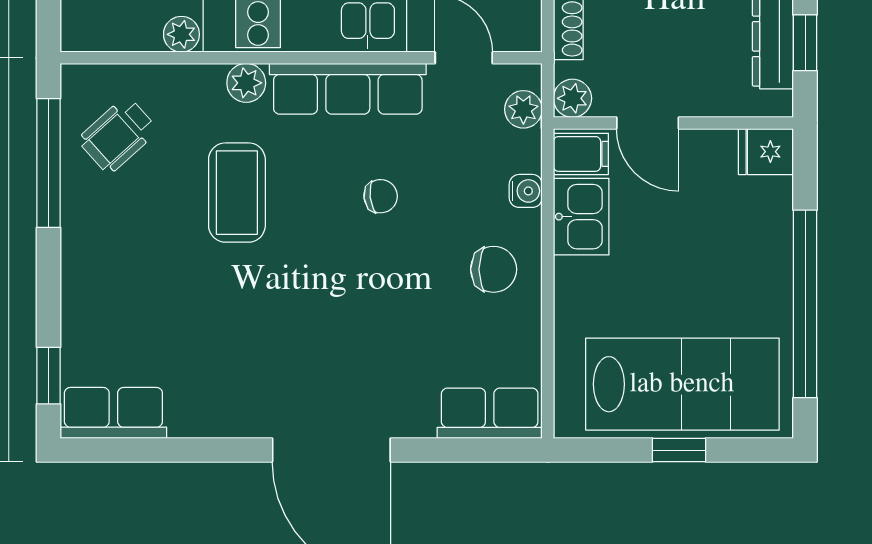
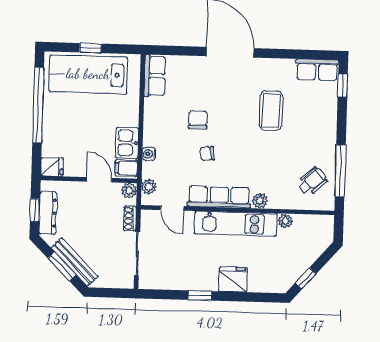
coffee table: (237, 193) -> (271, 111), moved
chair: (494, 269) -> (198, 120), moved, turned 90
row of seats: (490, 413) -> (155, 76), moved, turned -90

